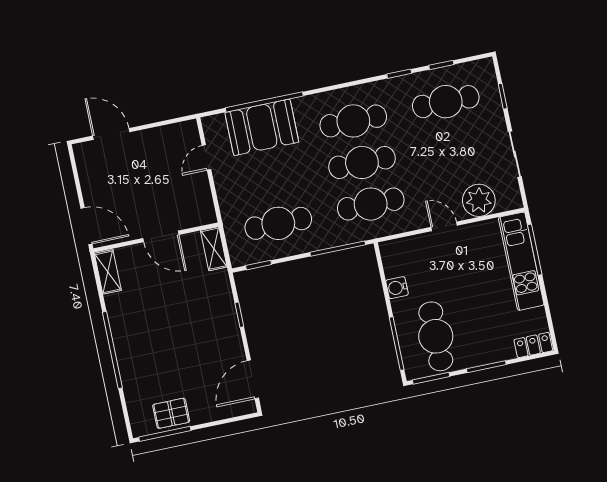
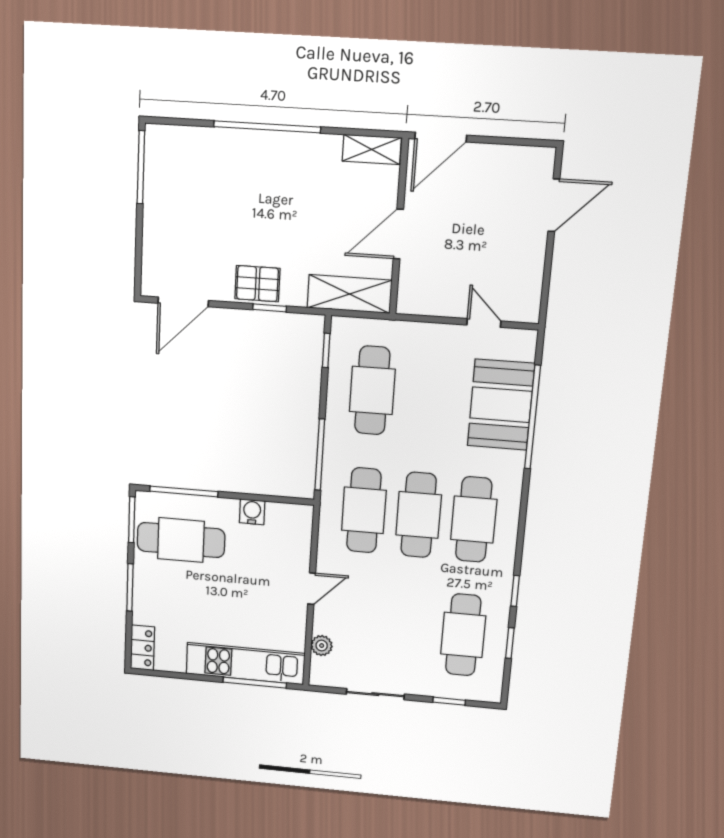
plant: (479, 200) -> (322, 646), width x0.53, depth x0.53
shelving: (214, 249) -> (349, 294), width x1.50, depth x1.33
door: (253, 379) -> (183, 302), swing flipped
pallet: (171, 413) -> (257, 284), moved, turned 90

